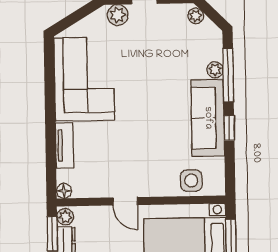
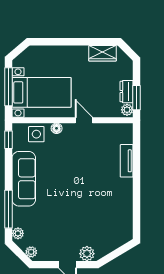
plant: (215, 70) -> (18, 233), moved
corner sofa: (84, 79) -> (112, 208), removed
window: (229, 128) -> (9, 140), moved
floor lamp: (64, 191) -> (57, 128), moved

